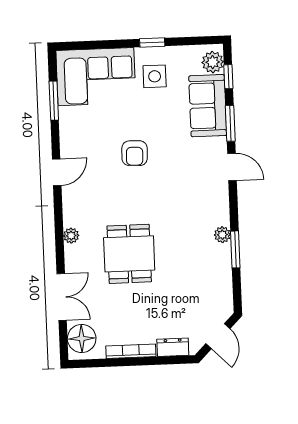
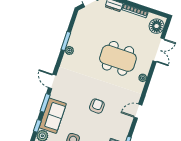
dining table: (129, 254) -> (118, 58), width x1.38
double door: (62, 297) -> (159, 50), swing flipped

